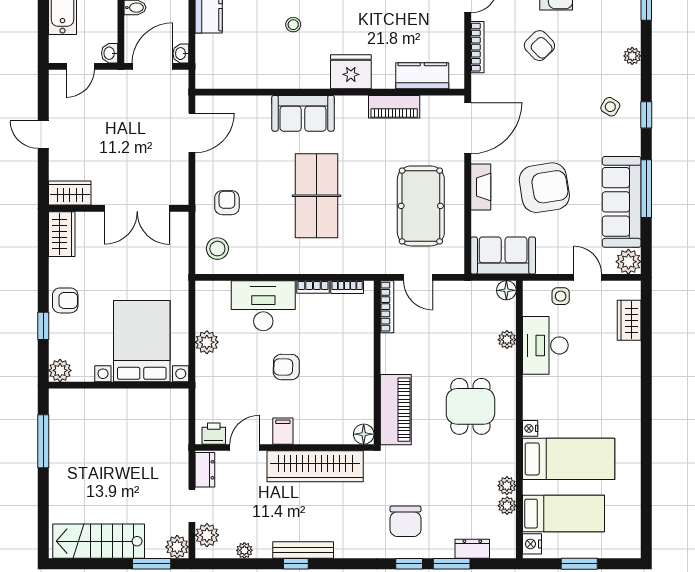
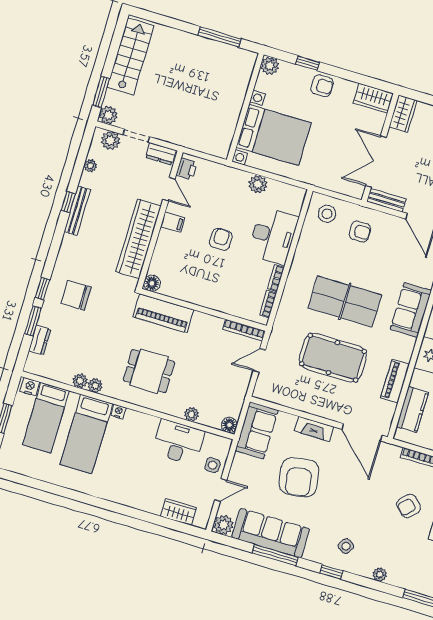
bench: (180, 182) -> (386, 200), added
pool table: (421, 206) -> (333, 358), moved
armchair: (65, 300) -> (322, 86), turned -90
plant: (507, 506) -> (95, 386), moved

